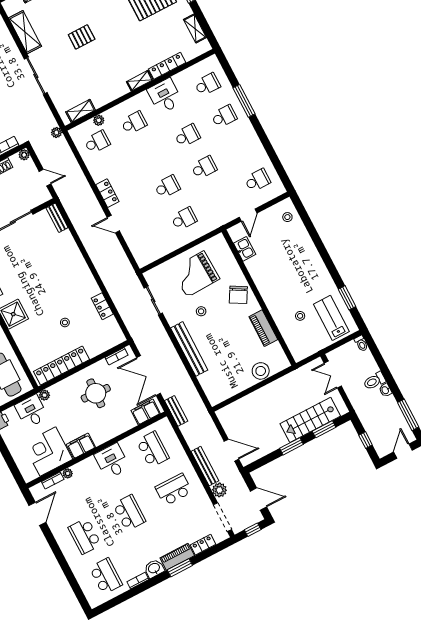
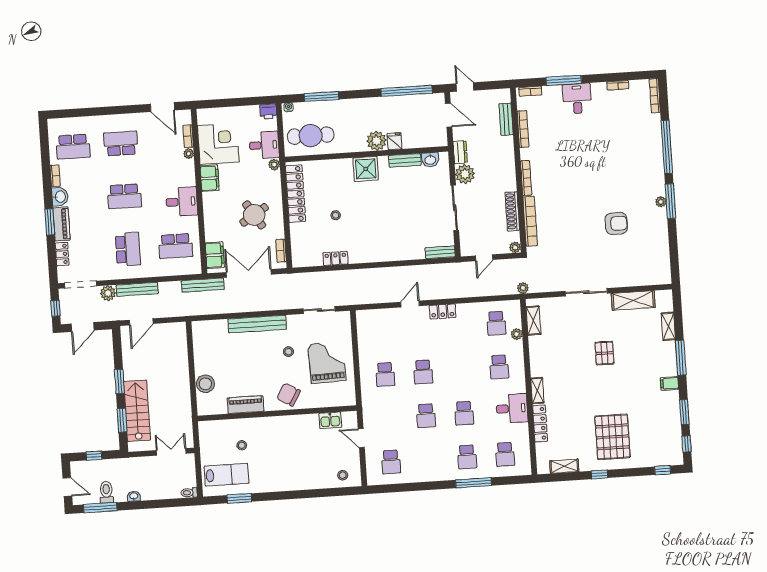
toilet: (374, 381) -> (106, 492), moved
round table: (96, 393) -> (254, 215), turned -35
bench: (176, 411) -> (203, 285), width x1.36

